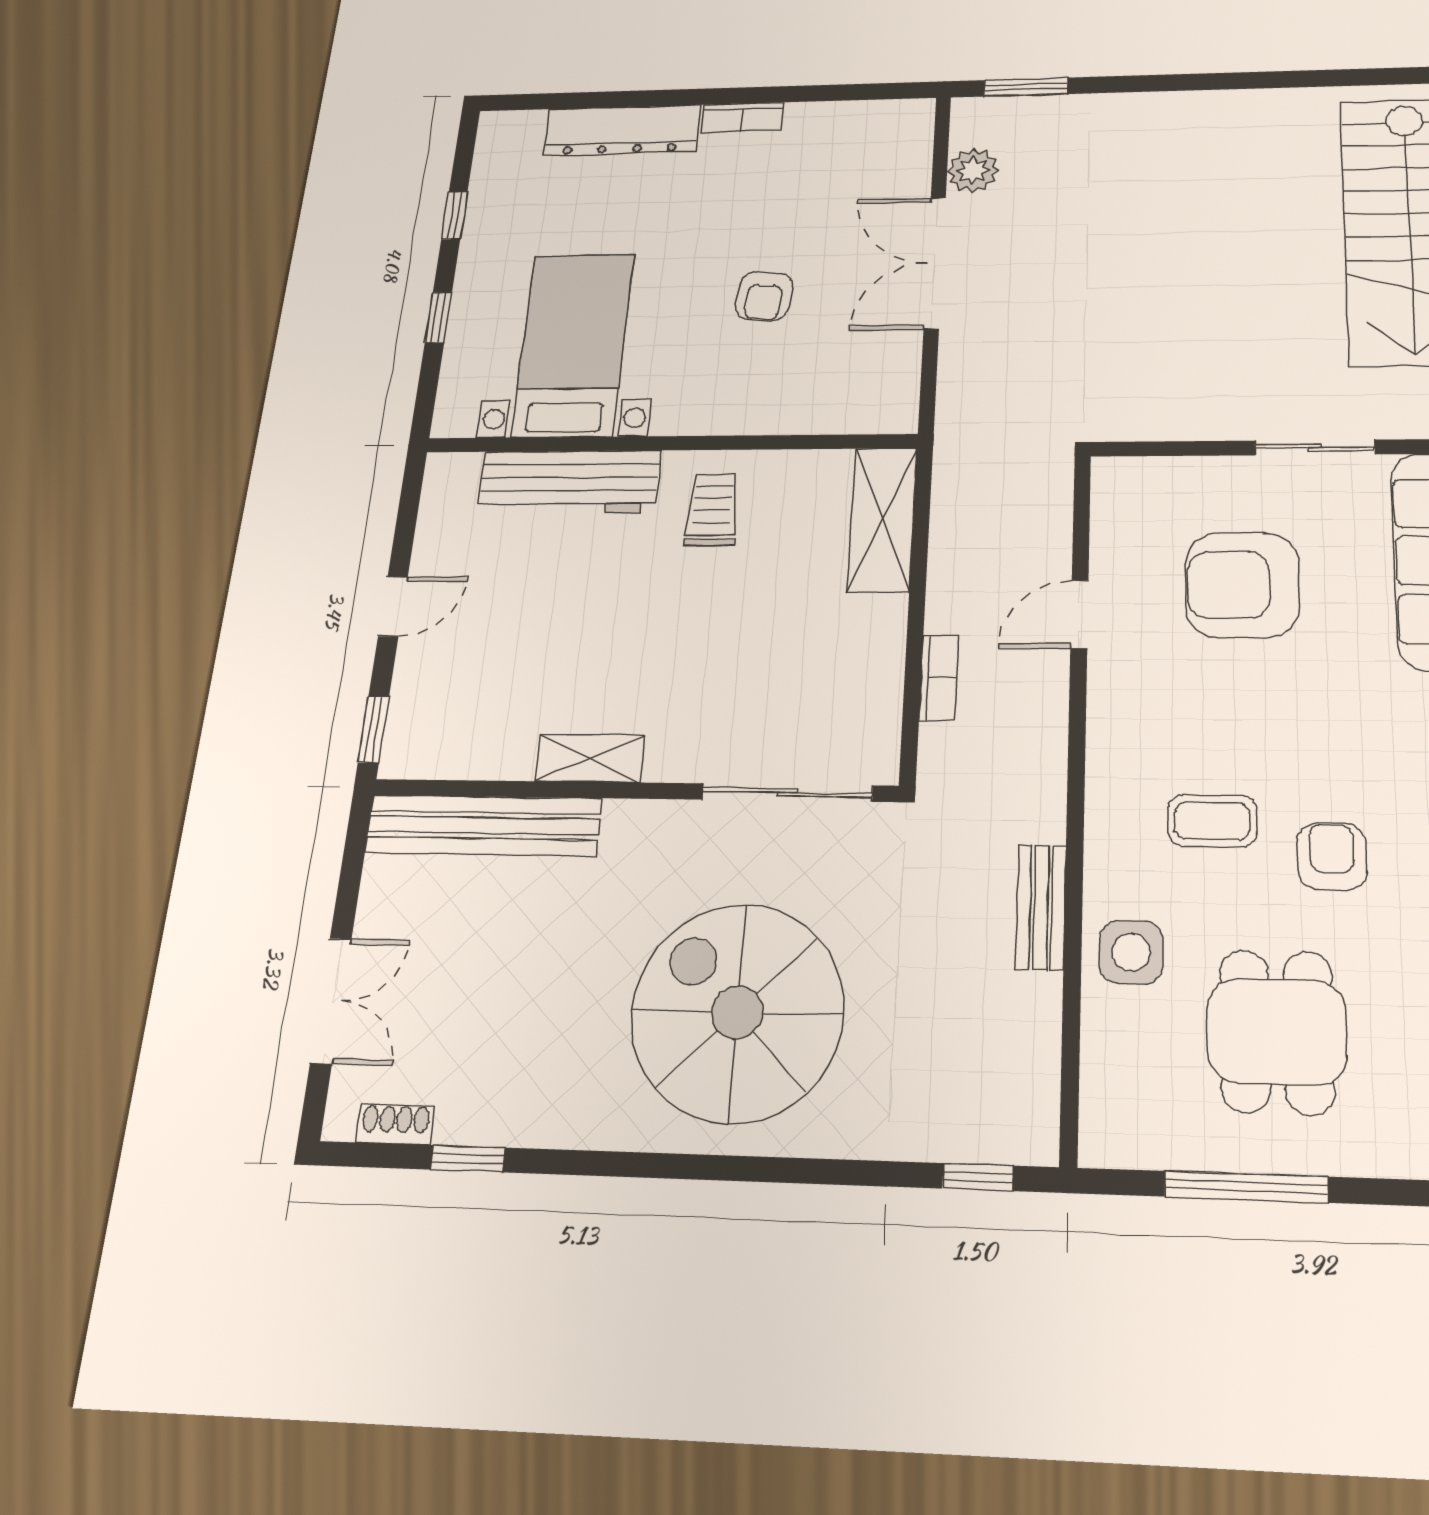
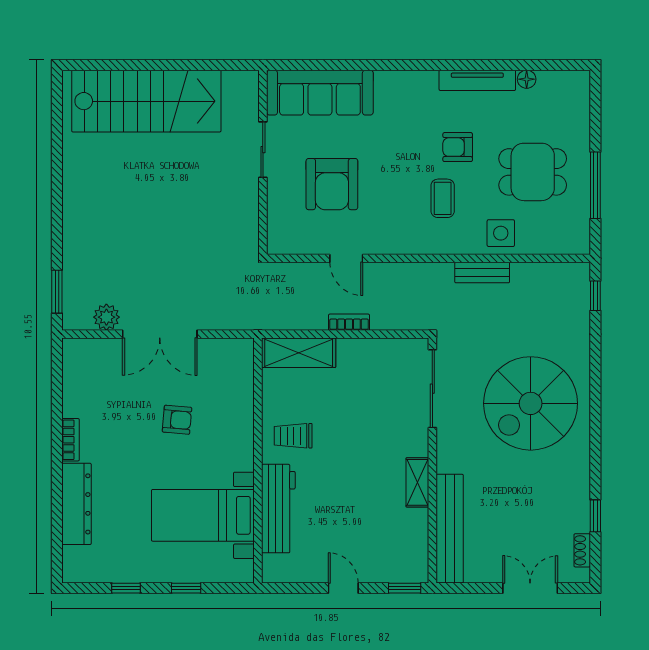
bookcase: (939, 677) -> (349, 322), moved

